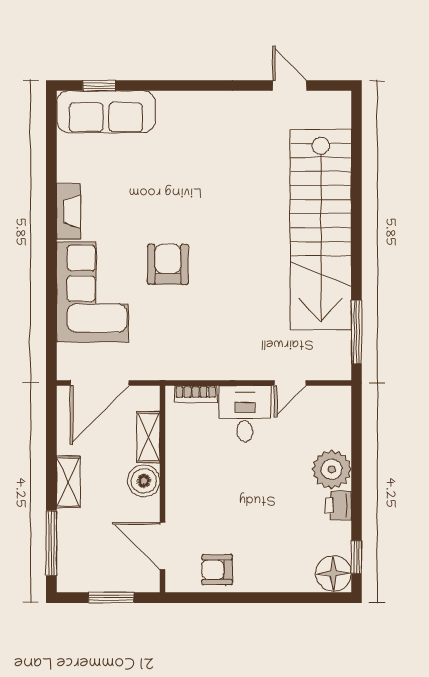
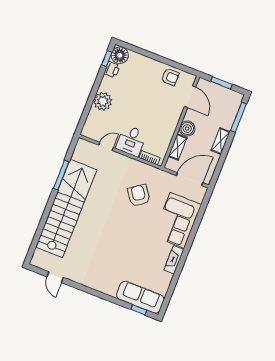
armchair: (168, 264) -> (139, 195), moved, turned 144
window: (357, 332) -> (61, 175), moved
printer: (338, 506) -> (112, 70), moved

